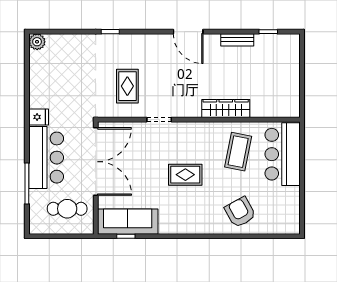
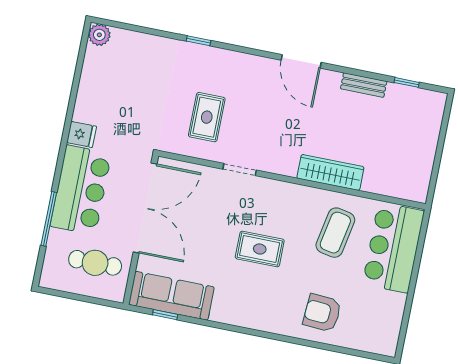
armchair: (240, 212) -> (322, 313), turned -57

